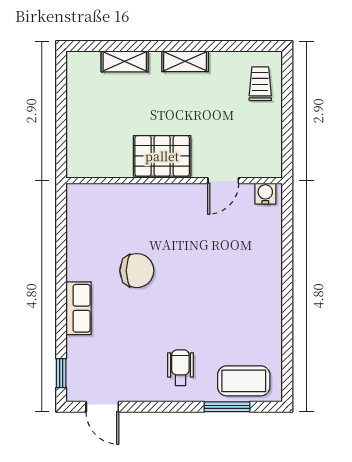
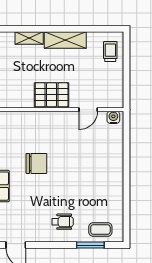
shelving: (185, 61) -> (65, 40), width x1.50, depth x1.33
wheelchair: (180, 368) -> (63, 222), turned 90
coffee table: (244, 381) -> (100, 230), width x0.73, depth x0.77

